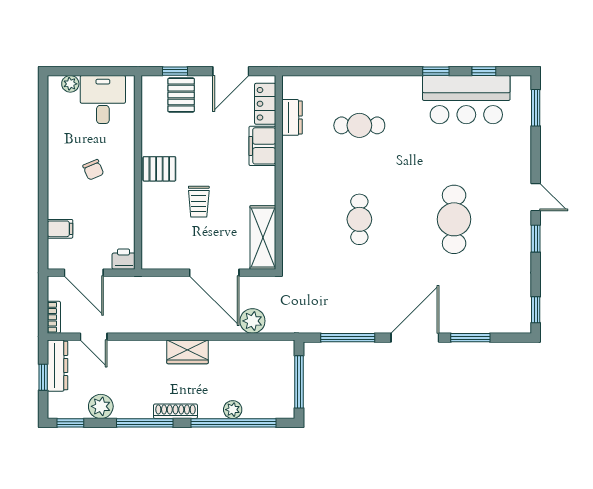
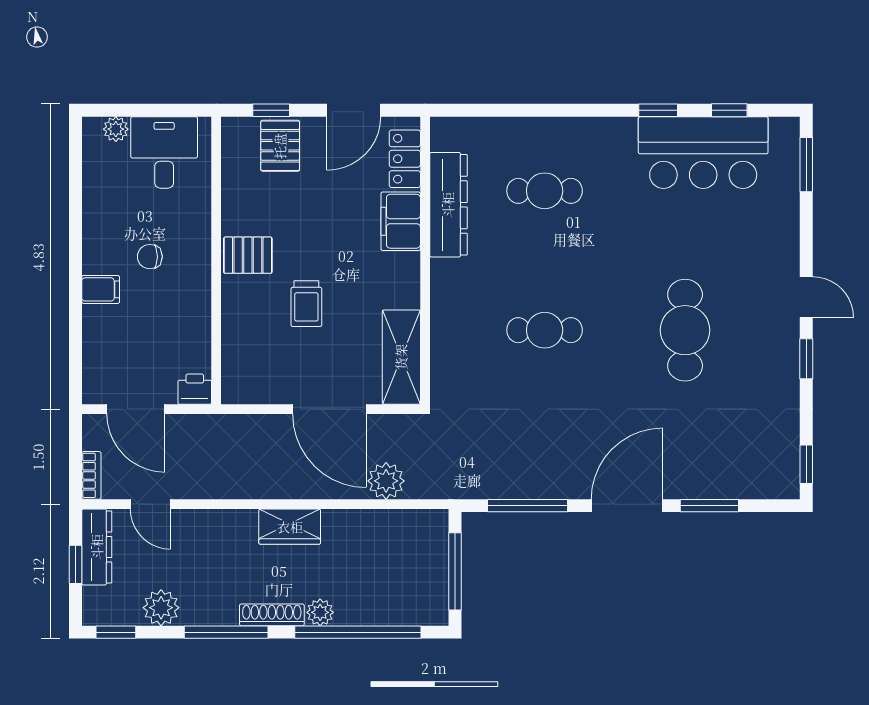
dresser: (292, 117) -> (448, 205), width x1.96, depth x1.24
chair: (93, 170) -> (150, 257), turned 113
cafe table: (359, 219) -> (545, 330), turned 90
filing cabinet: (60, 229) -> (101, 289), moved
plant: (233, 410) -> (320, 612), moved

